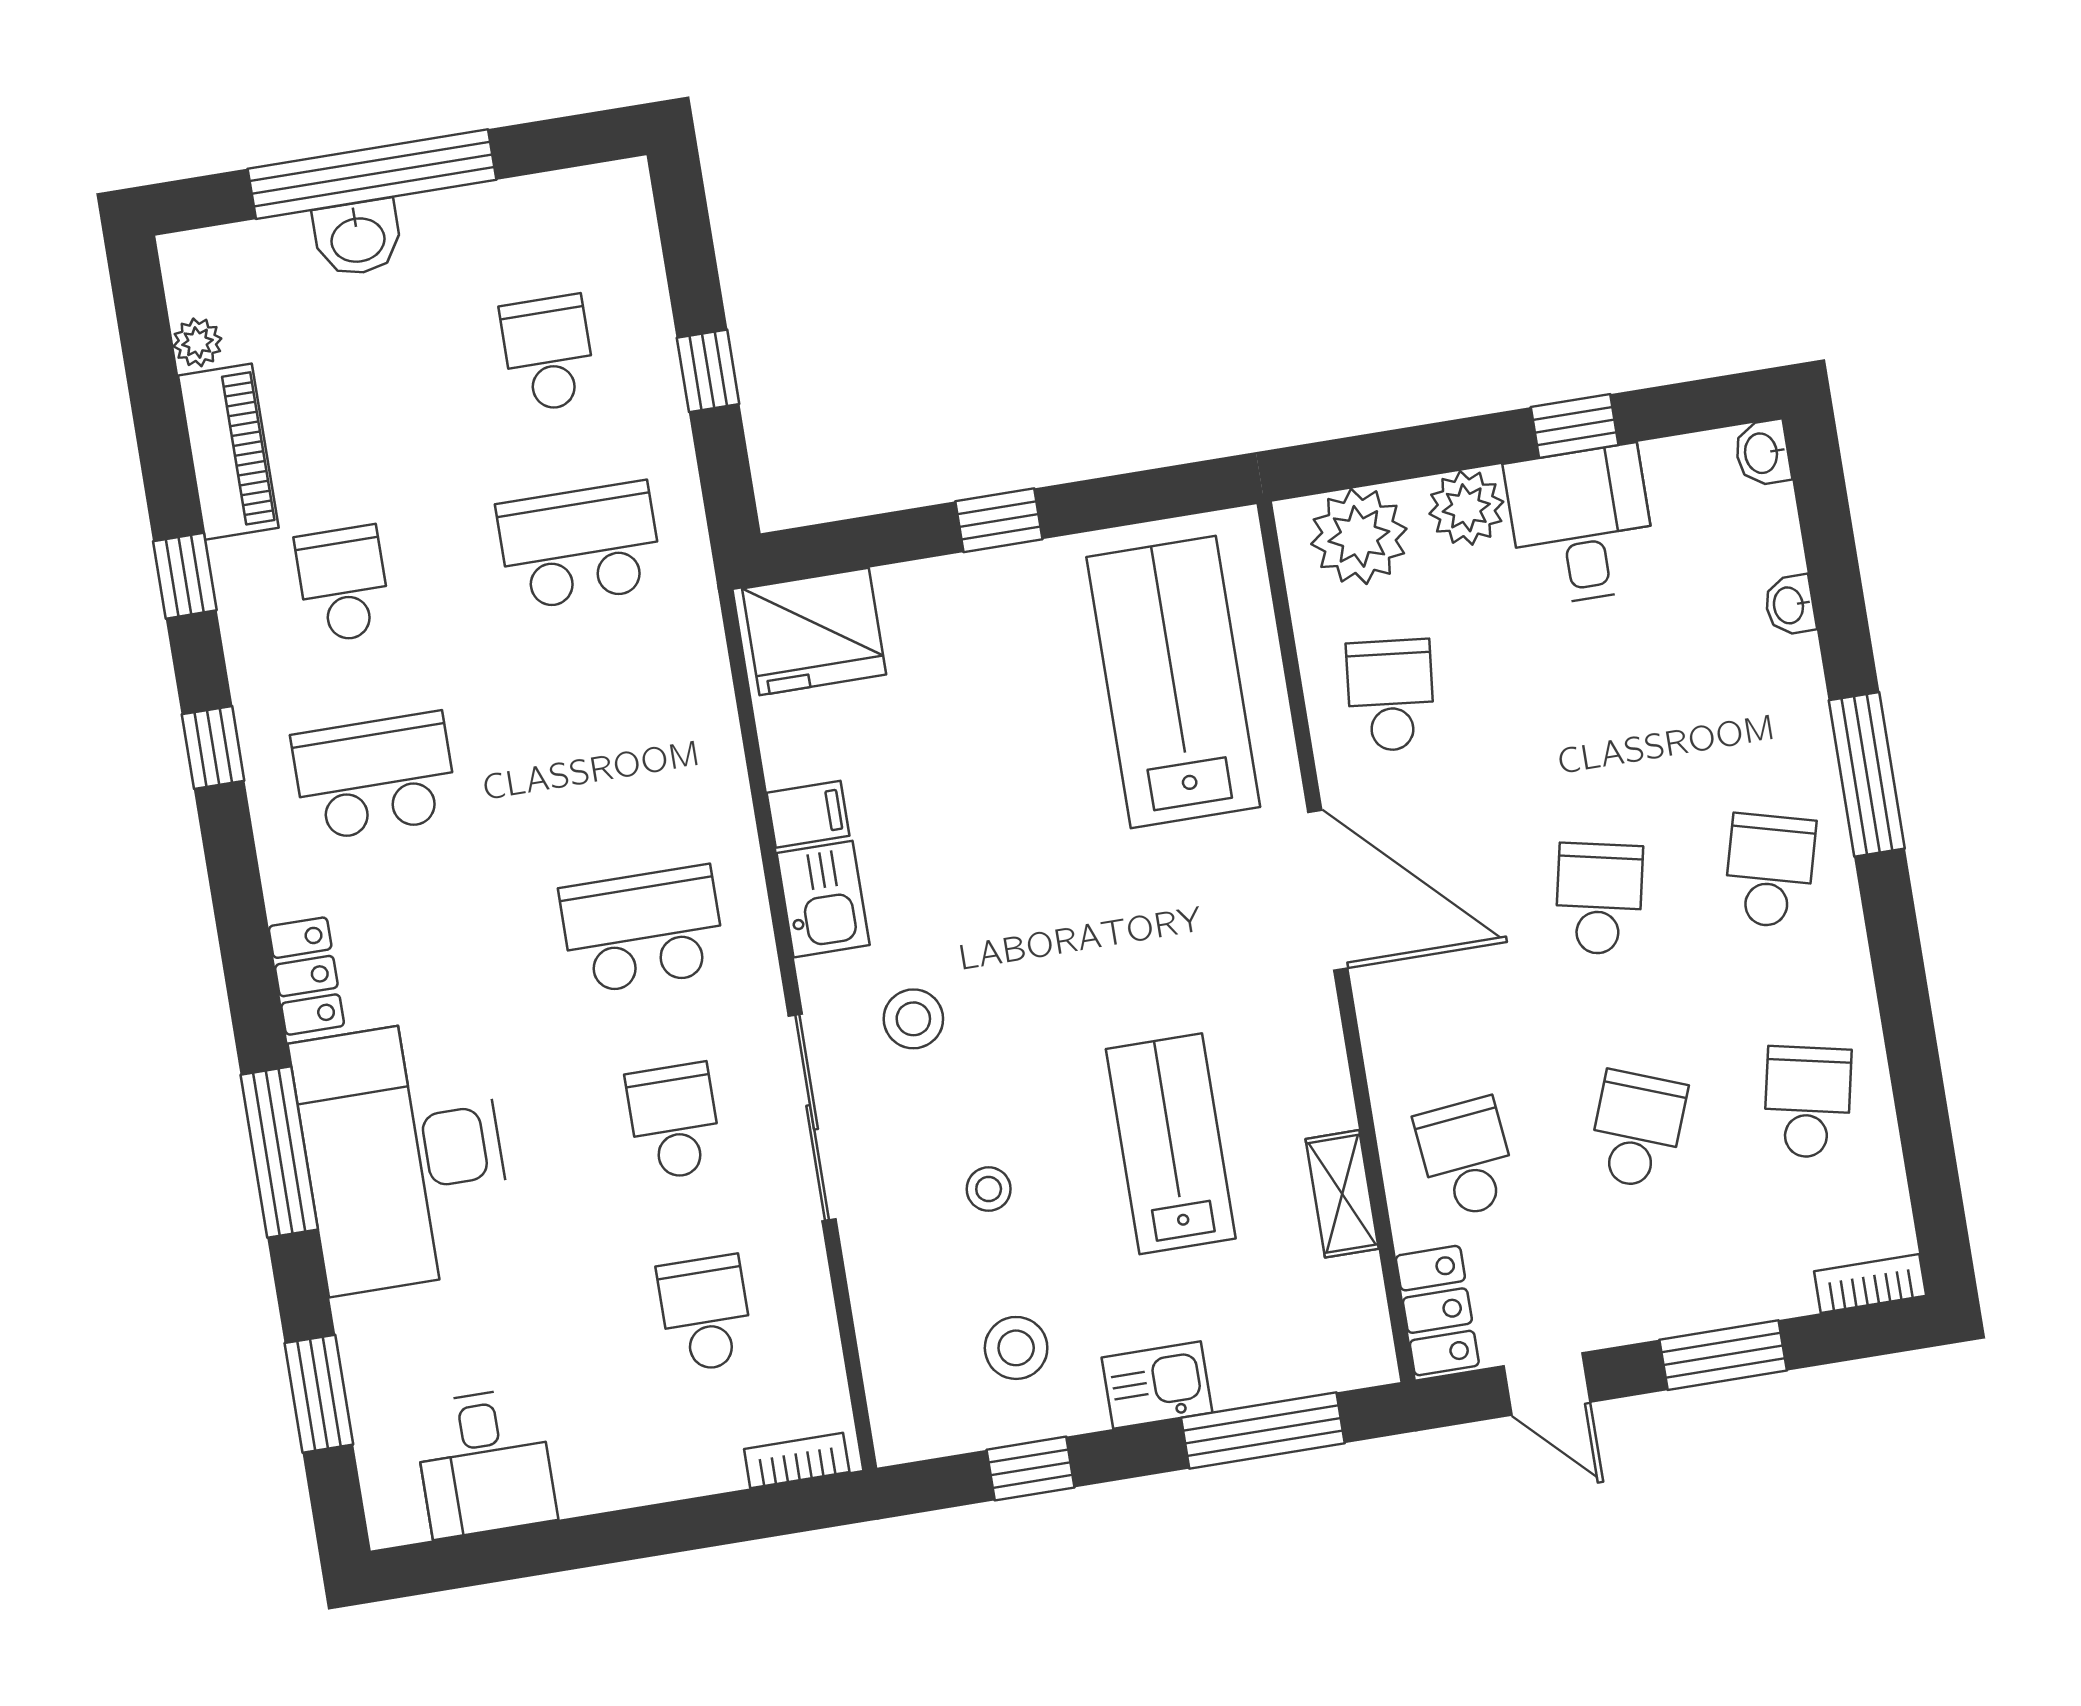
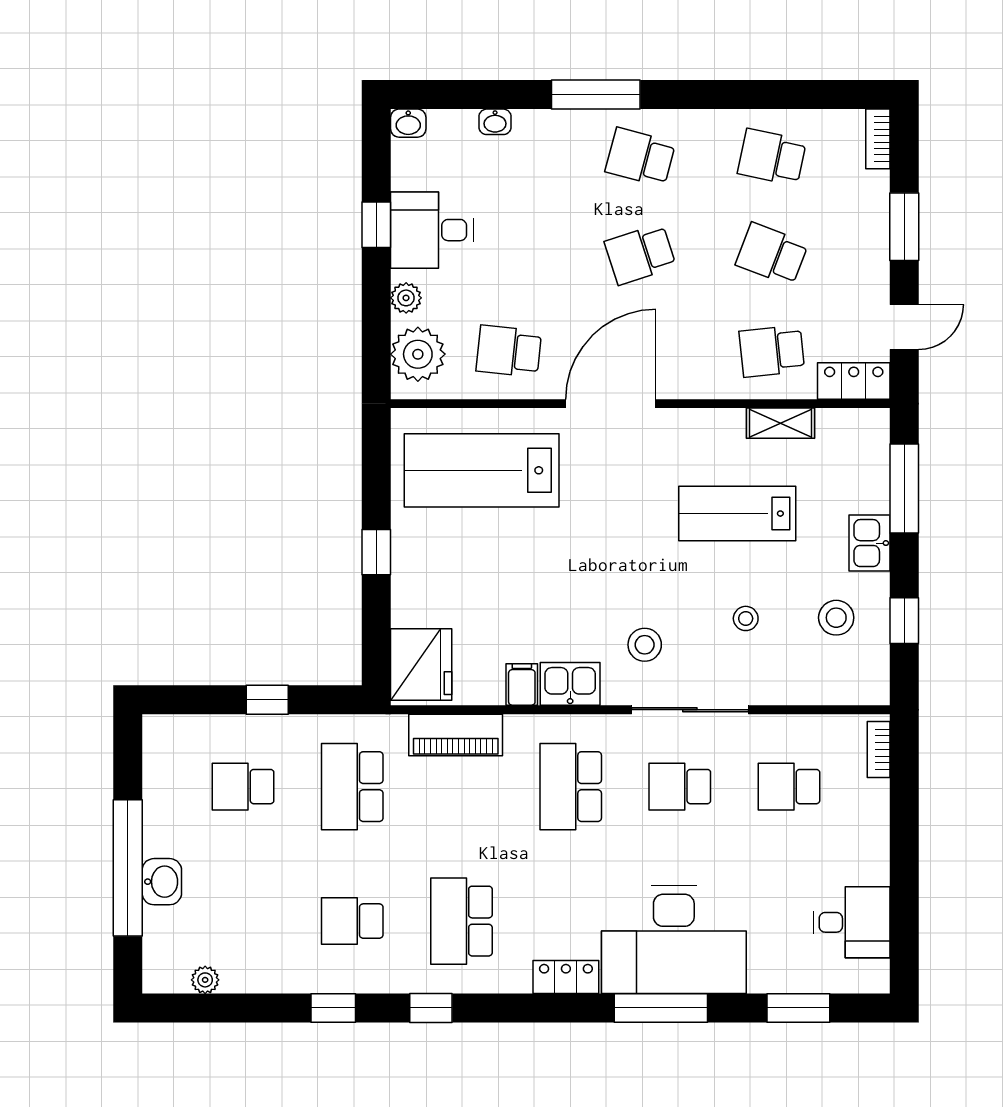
piano: (228, 452) -> (456, 735), moved, turned 180
plant: (1466, 508) -> (406, 298), width x0.73, depth x0.73
school desk: (1599, 899) -> (640, 254), turned -30

